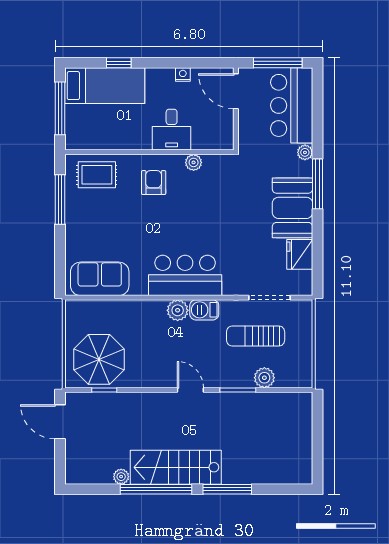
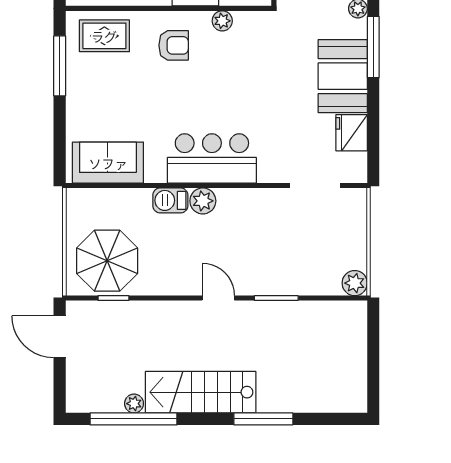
armchair: (154, 183) -> (174, 45), turned 90
barbecue: (204, 310) -> (170, 200), moved
sun lounger: (256, 336) -> (298, 232), removed
plant: (264, 378) -> (355, 283), moved
window: (156, 489) -> (134, 419), moved

